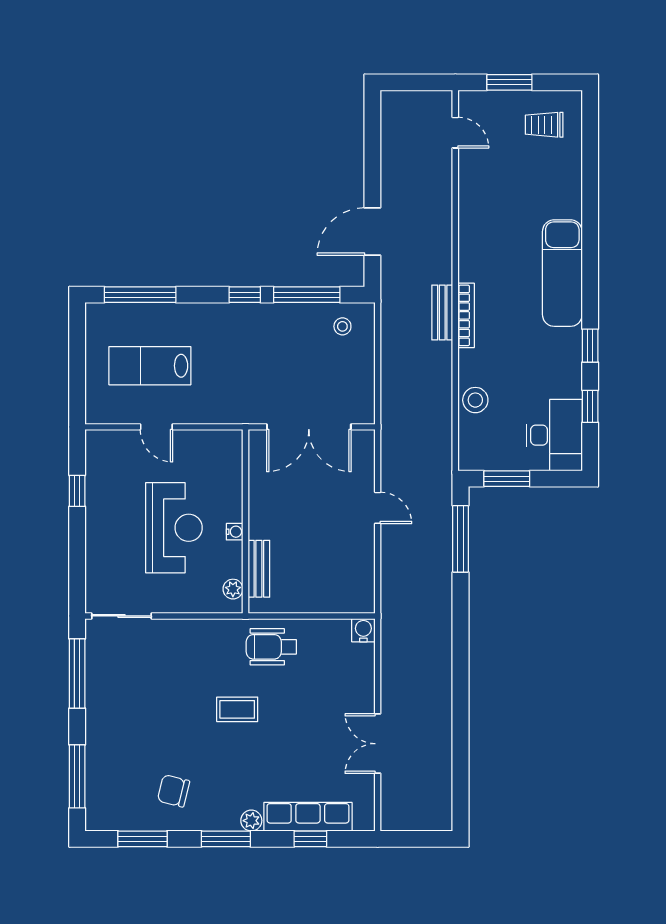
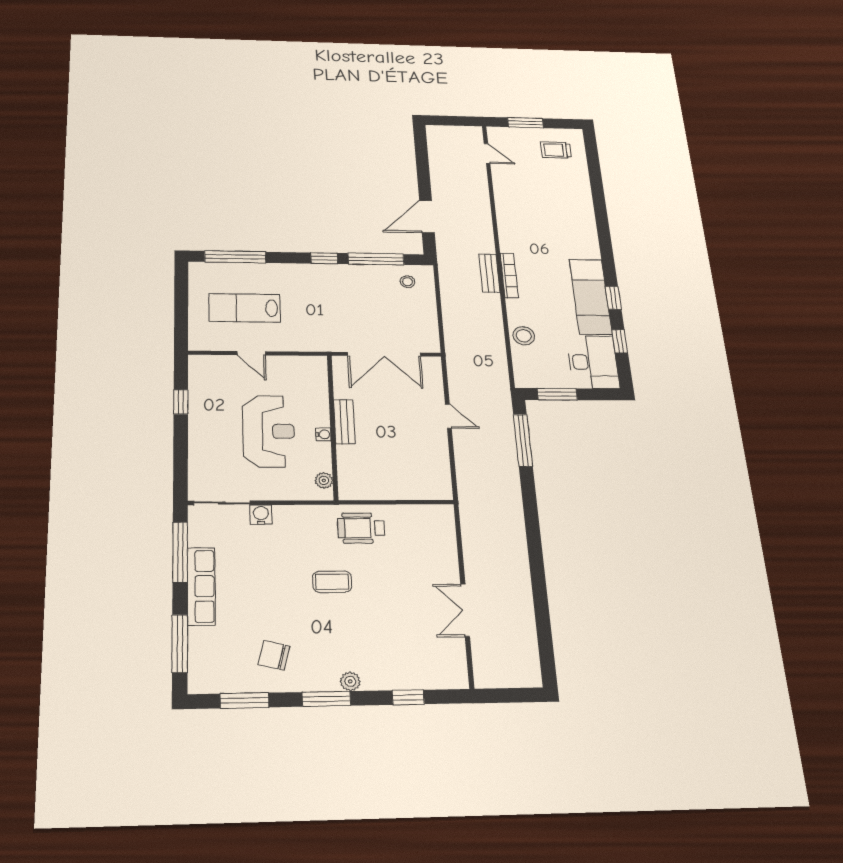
exam couch: (562, 273) -> (591, 297), moved
bench: (259, 569) -> (344, 422), moved
water cooler: (363, 630) -> (261, 515), moved
row of seats: (308, 817) -> (201, 586), moved, turned 90

